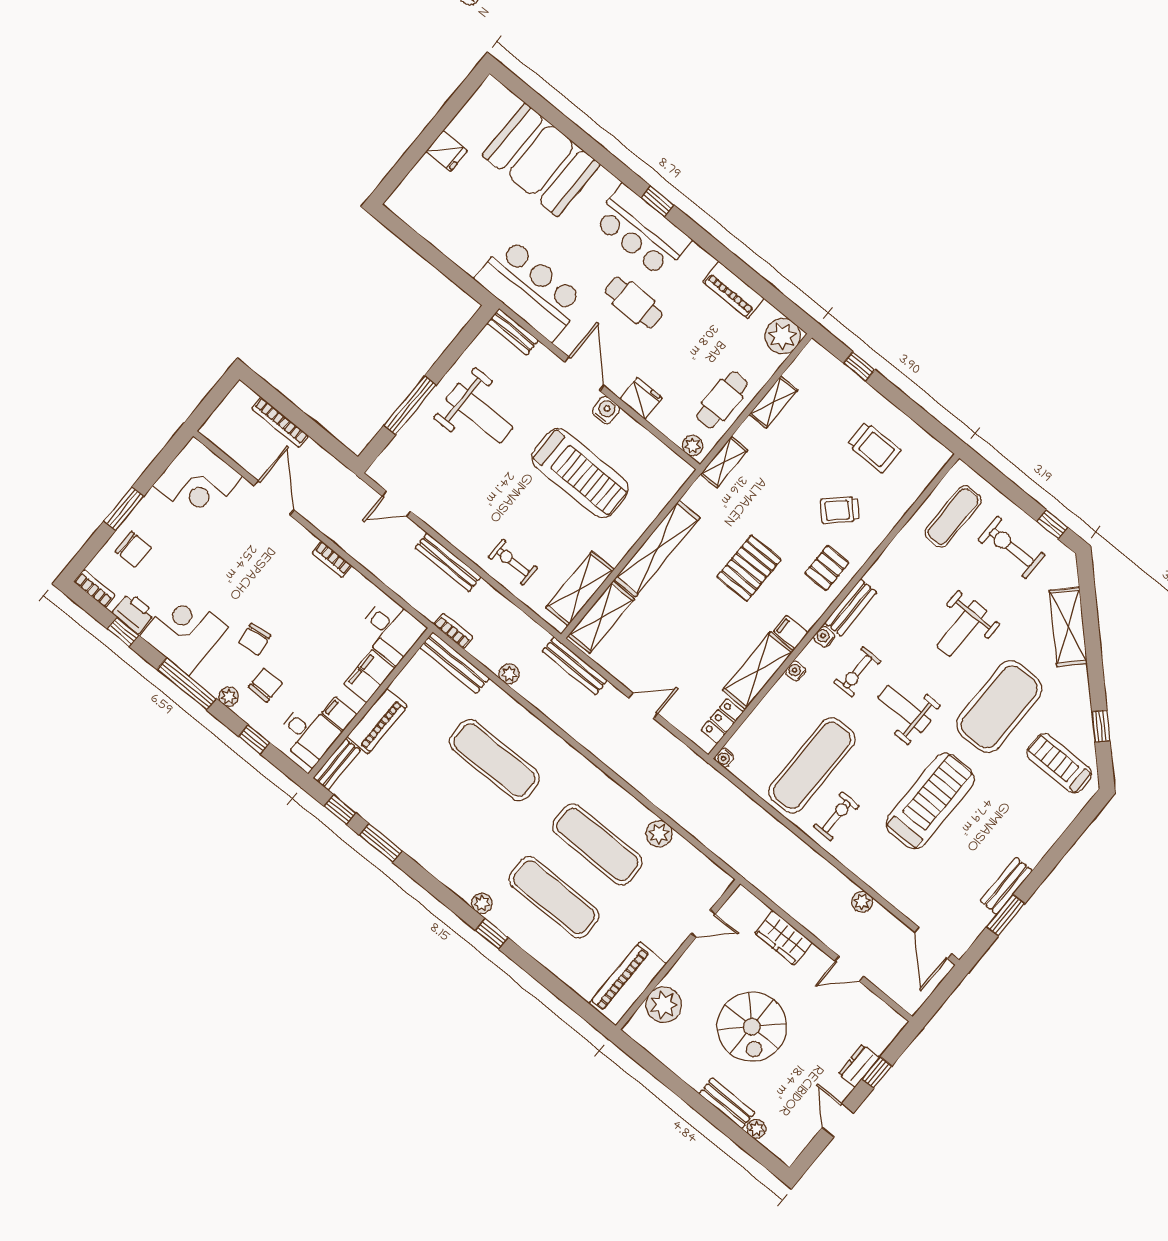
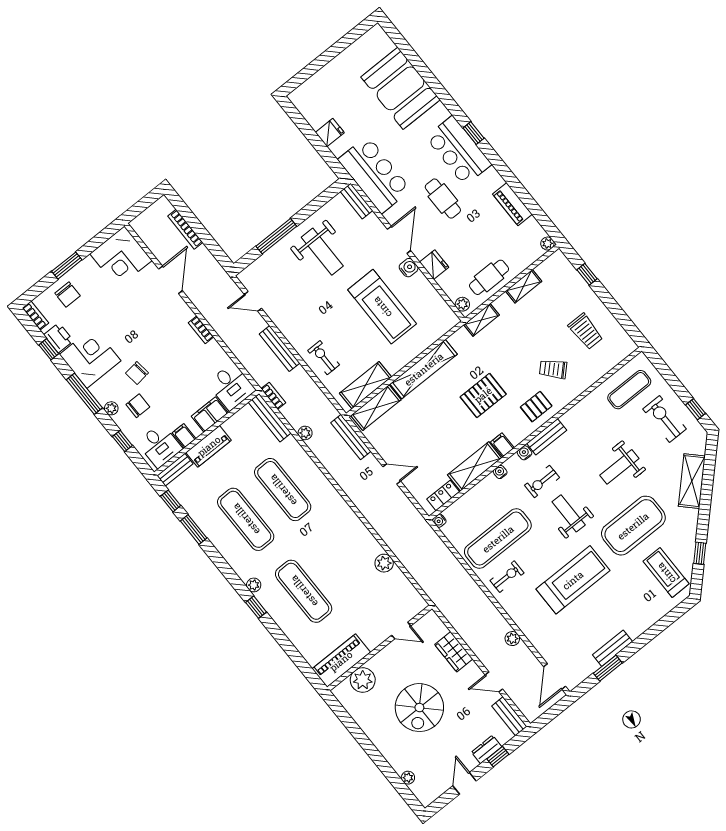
fridge: (447, 151) -> (330, 133), moved, turned -90
plant: (783, 336) -> (547, 243), width x0.53, depth x0.53
exercise mat: (597, 844) -> (246, 519), moved
bench: (727, 1103) -> (509, 716), moved

